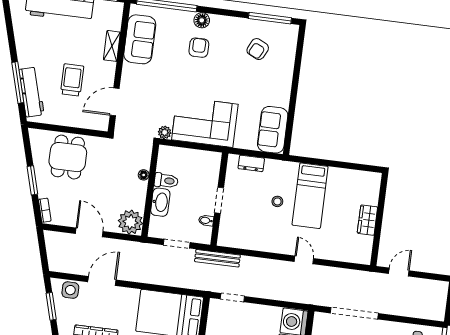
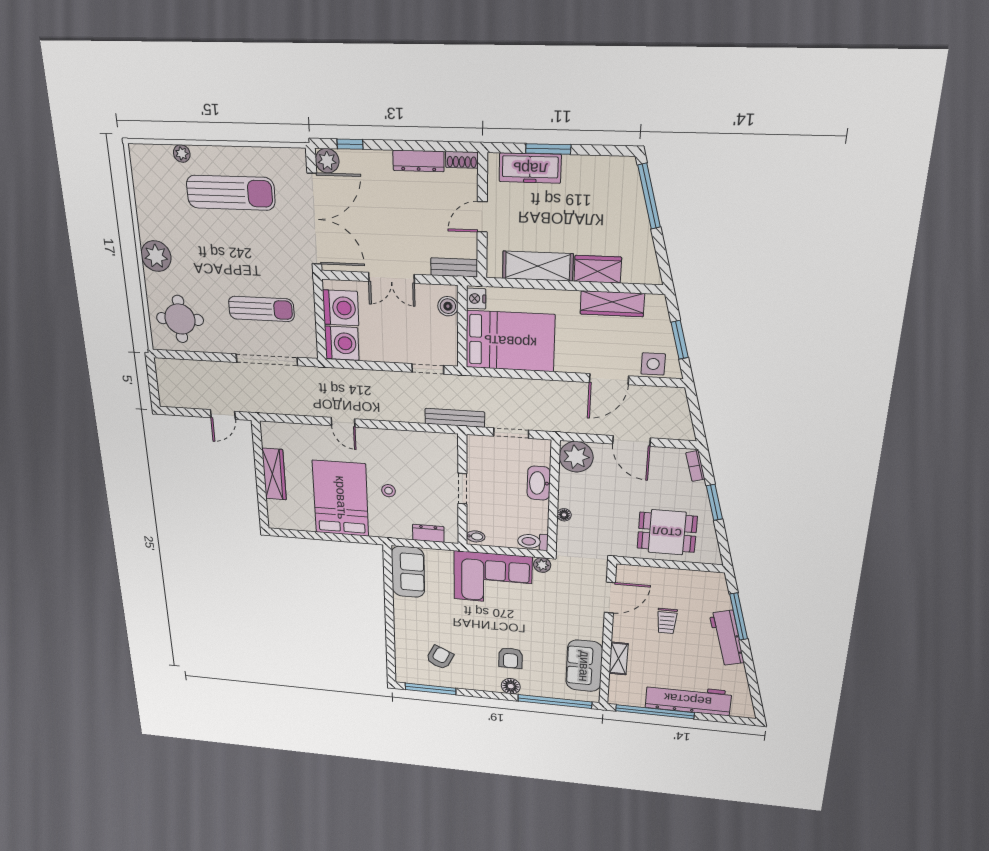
trolley: (72, 80) -> (667, 621), width x0.73, depth x0.72
workbench: (32, 92) -> (727, 638), moved
dining table: (68, 157) -> (667, 532), turned 90
toilet: (166, 181) -> (533, 542), moved
bed: (310, 196) -> (341, 498), width x1.50
bidet: (206, 220) -> (476, 536), moved
wardrobe: (367, 220) -> (274, 474), width x1.50

